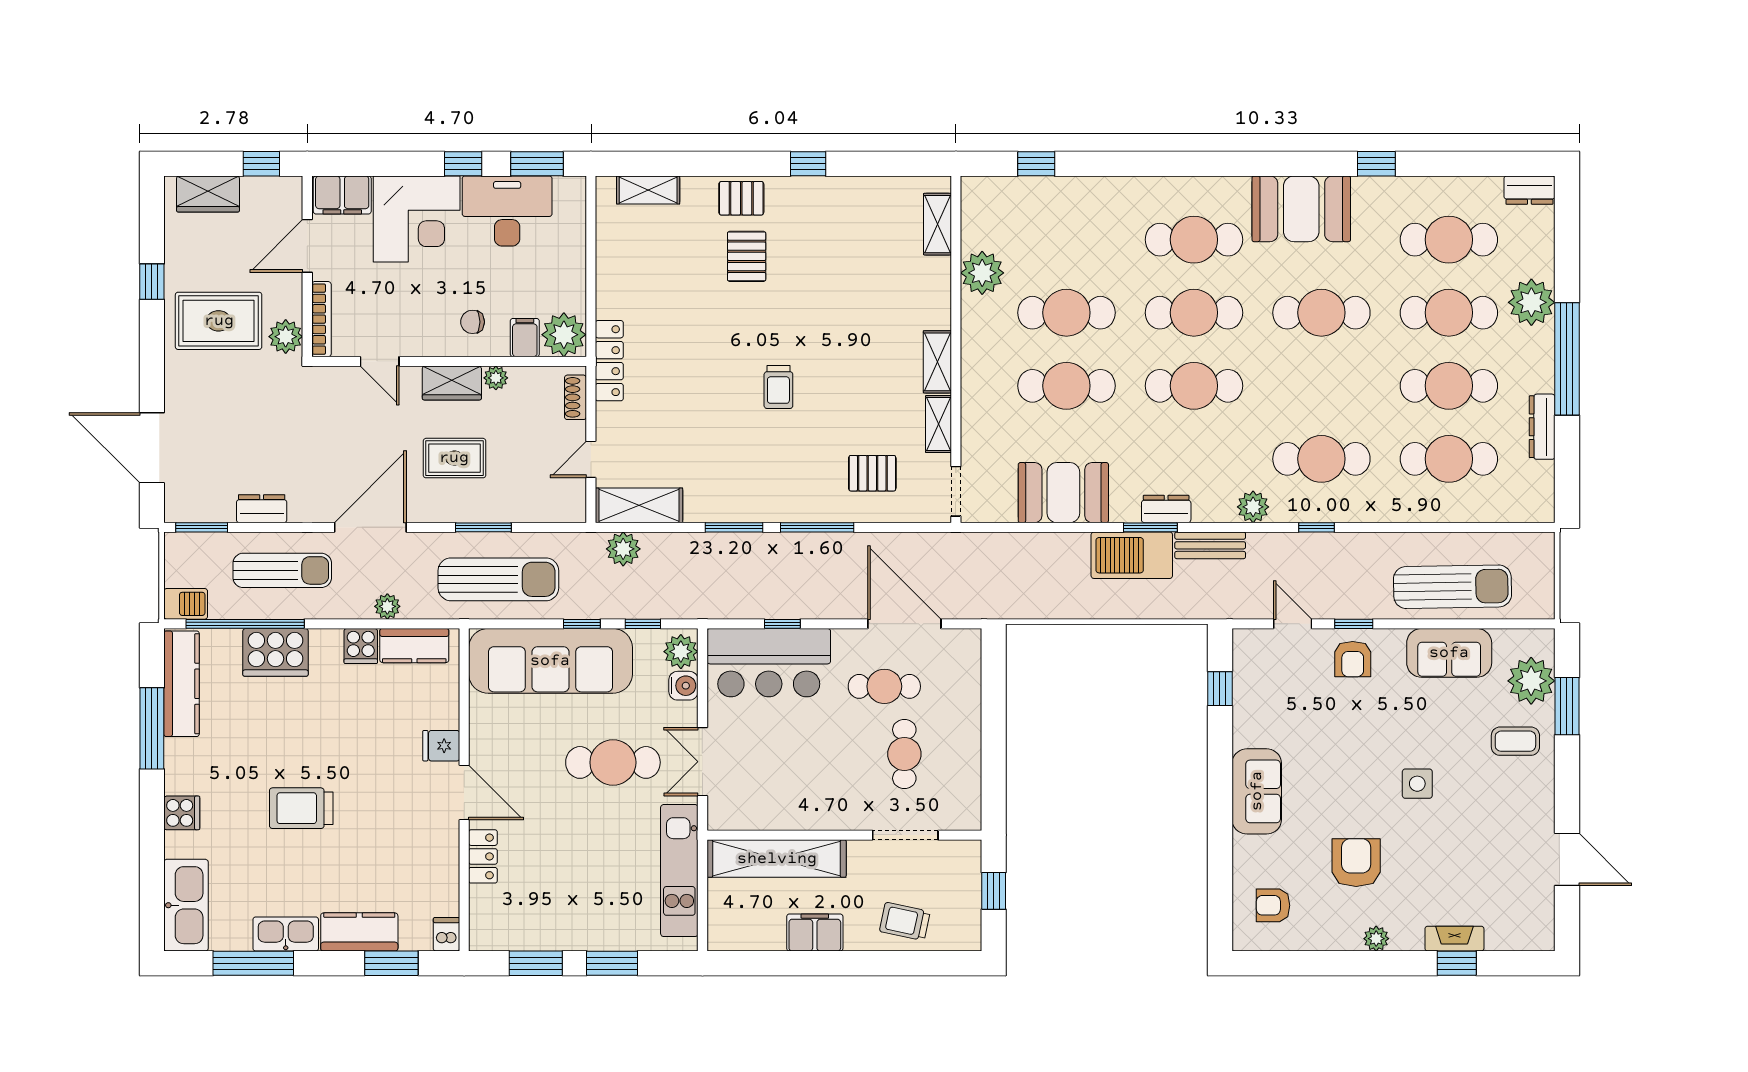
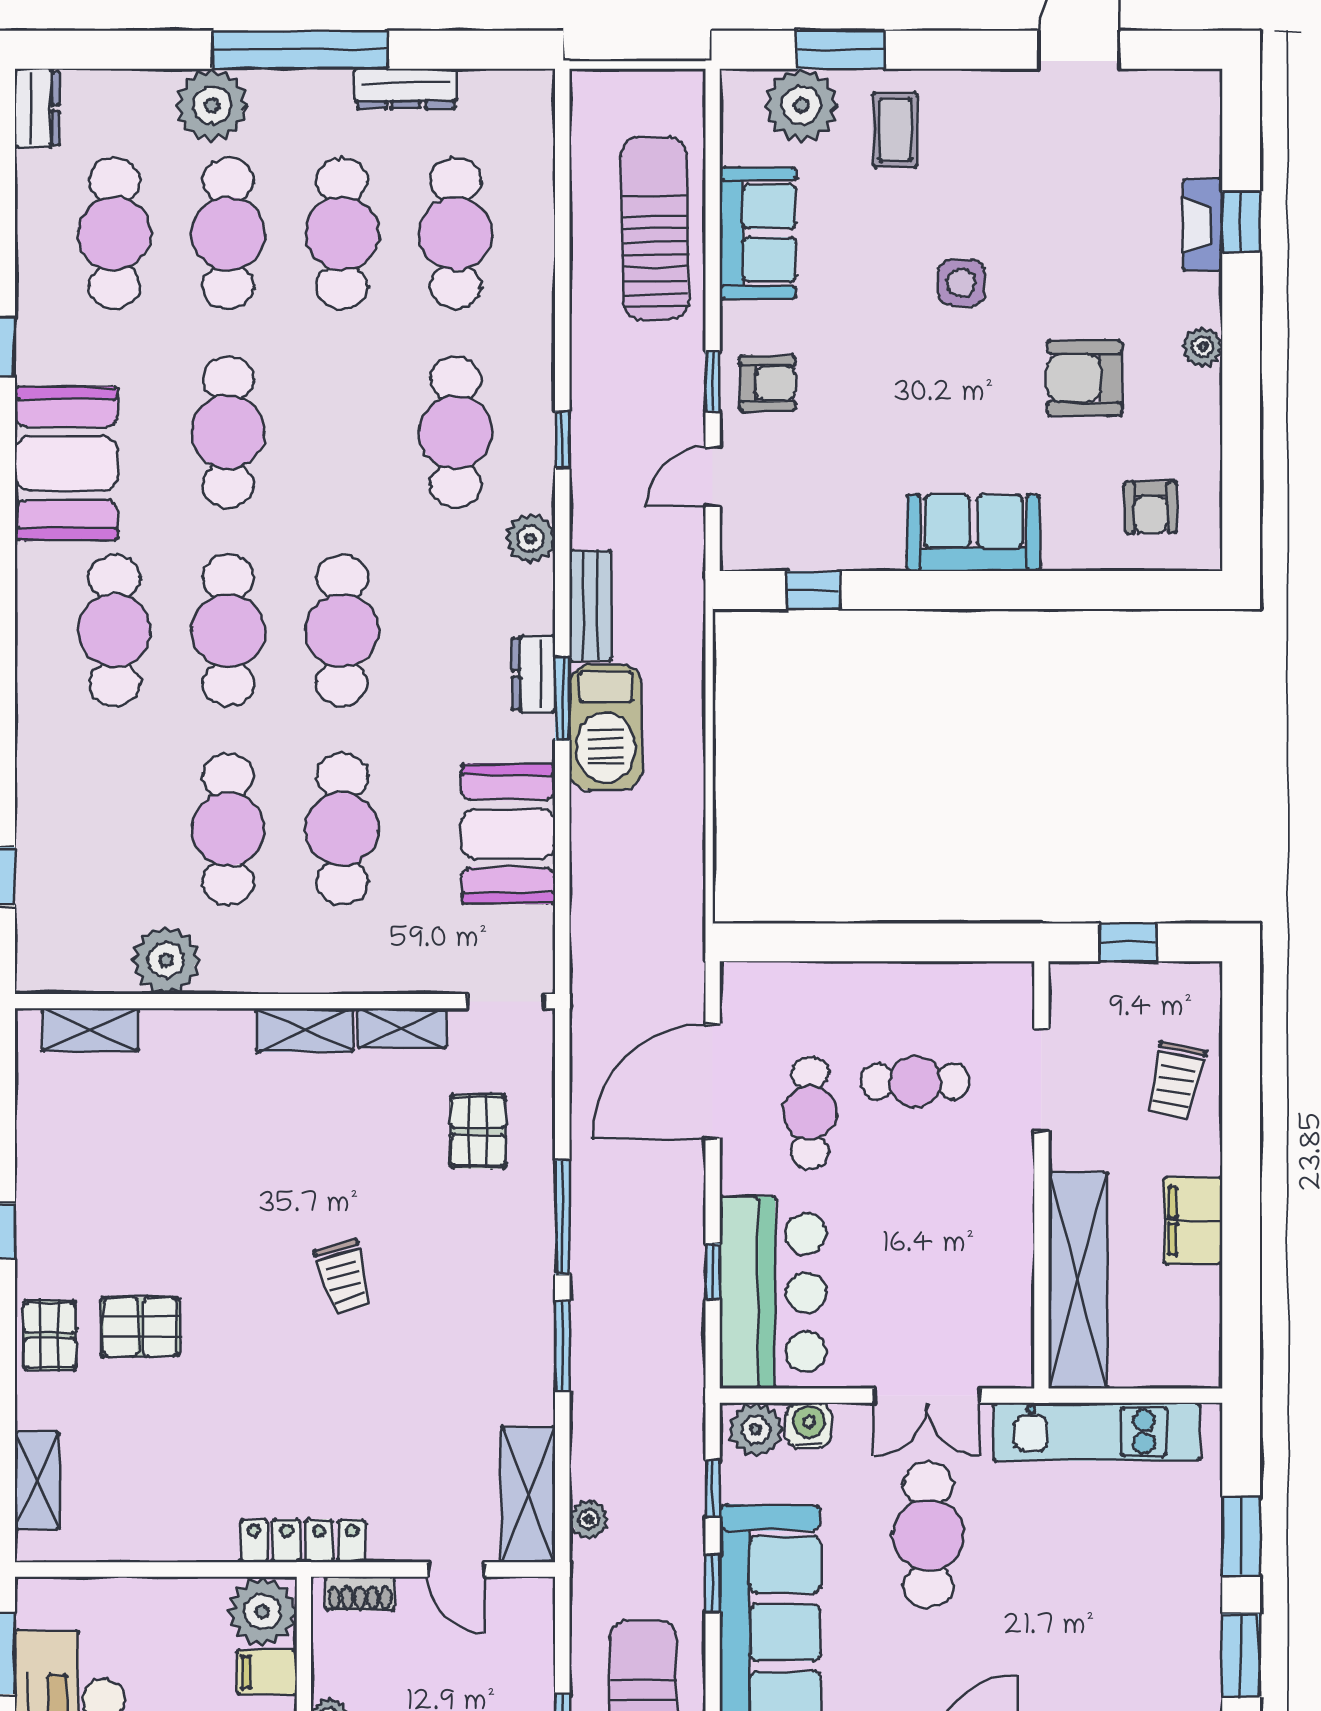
trolley: (778, 387) -> (344, 1277), turned 75
plant: (623, 549) -> (589, 1519), width x0.73, depth x0.73

